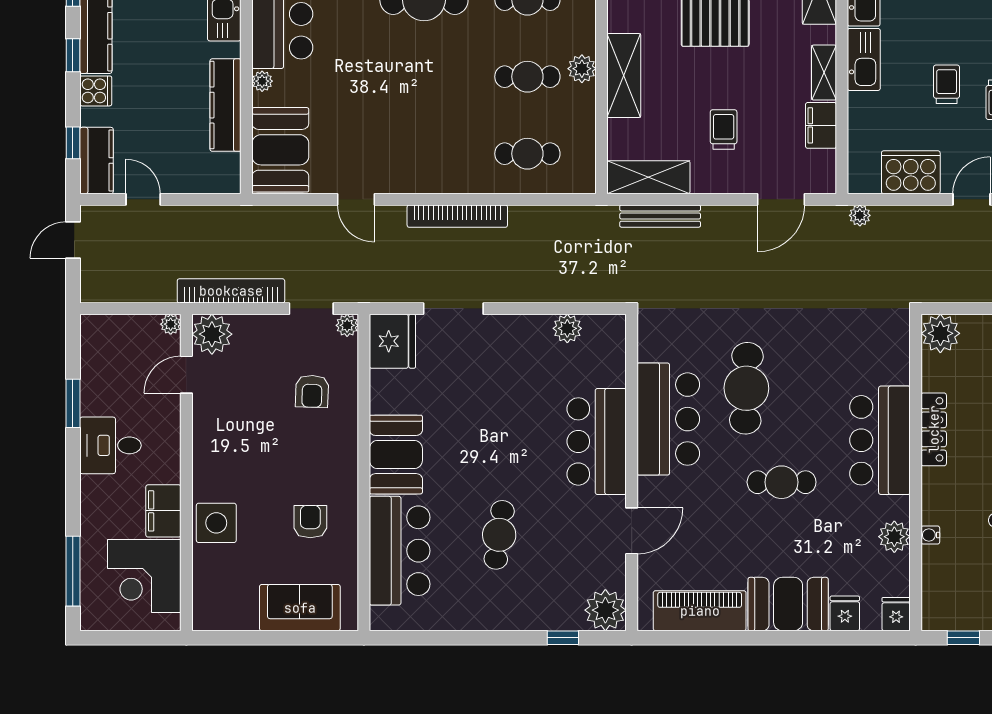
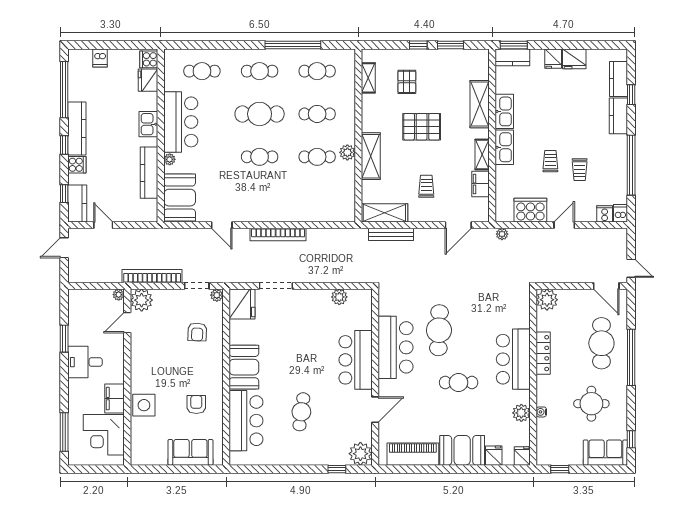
cafe table: (527, 154) -> (260, 157), moved

